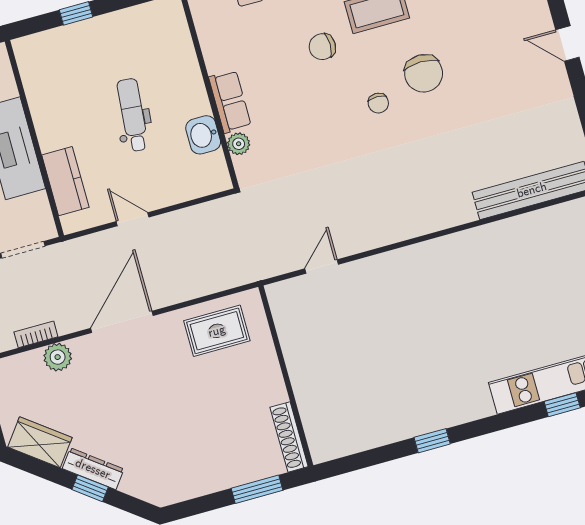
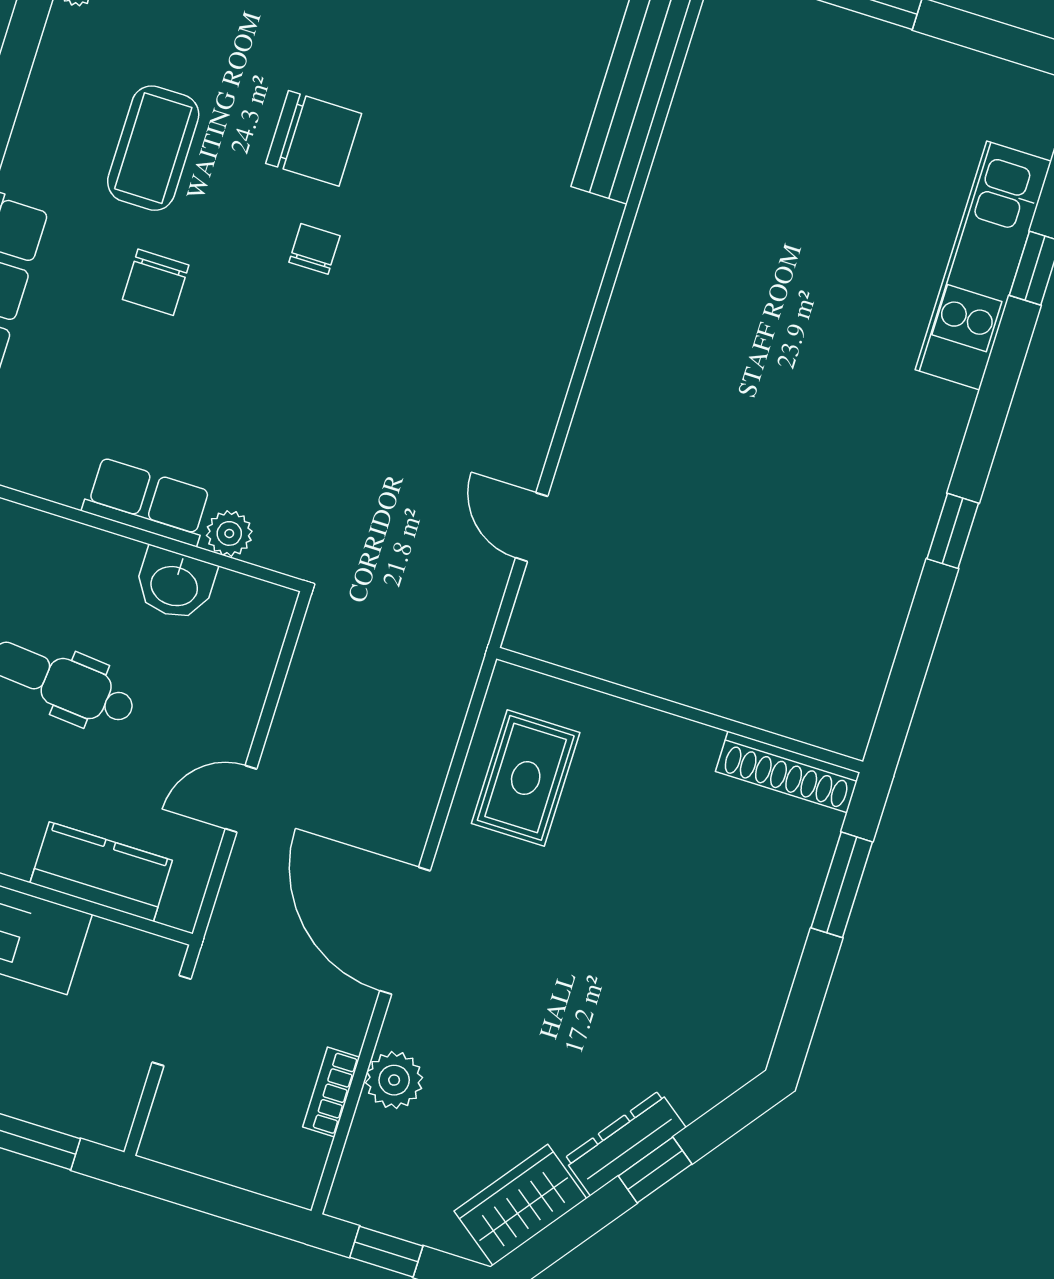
chair: (378, 103) -> (314, 249), turned -90

